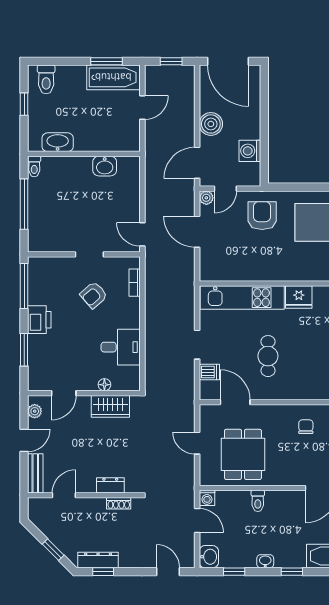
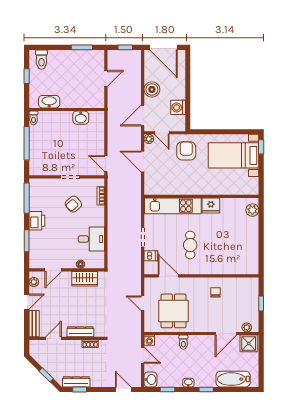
bathtub: (113, 77) -> (87, 58), removed
door: (225, 189) -> (162, 133), hinge flipped
dresser: (110, 485) -> (80, 332), width x1.44

